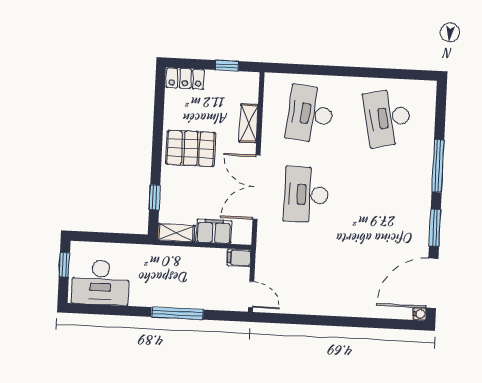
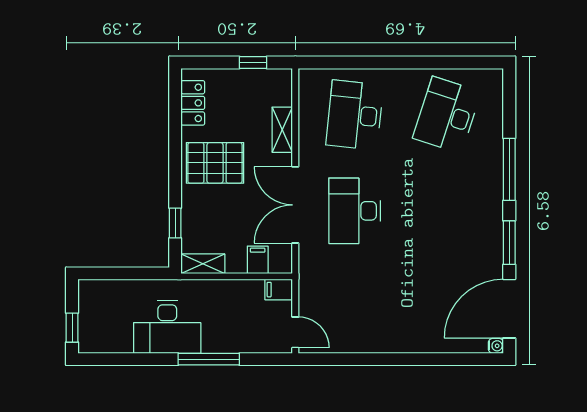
locker: (185, 79) -> (193, 103), moved, turned -90
desk: (388, 118) -> (447, 115), turned 30
filing cabinet: (214, 231) -> (258, 260), width x0.50
window: (64, 265) -> (72, 328), moved
desk: (100, 282) -> (167, 327), moved

